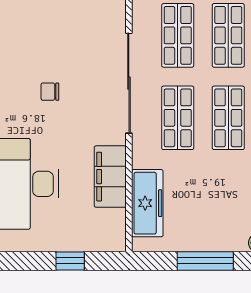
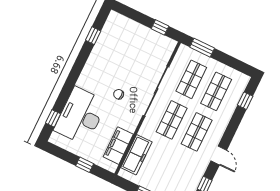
chair: (50, 92) -> (119, 94), moved
filing cabinet: (110, 177) -> (118, 146), moved

